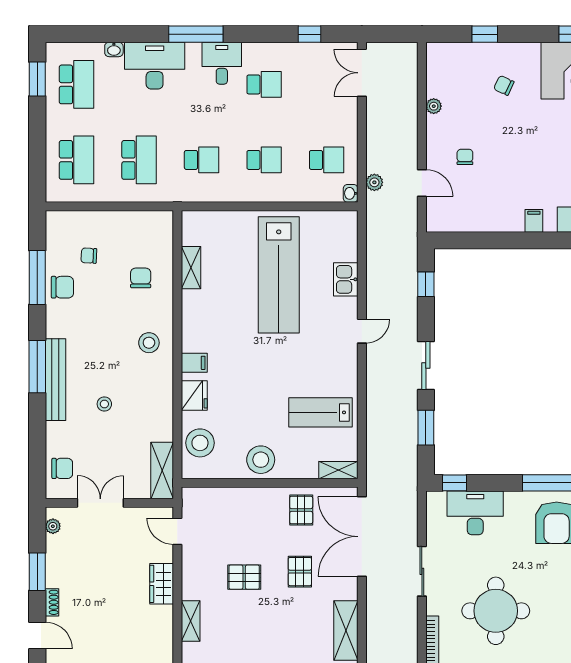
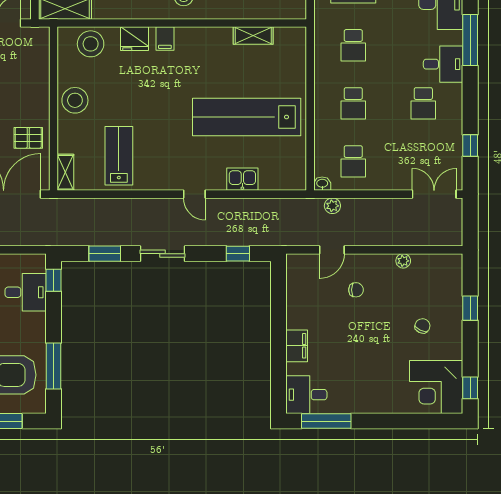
filing cabinet: (534, 221) -> (297, 346), width x2.00
desk: (475, 513) -> (26, 292), width x0.73

